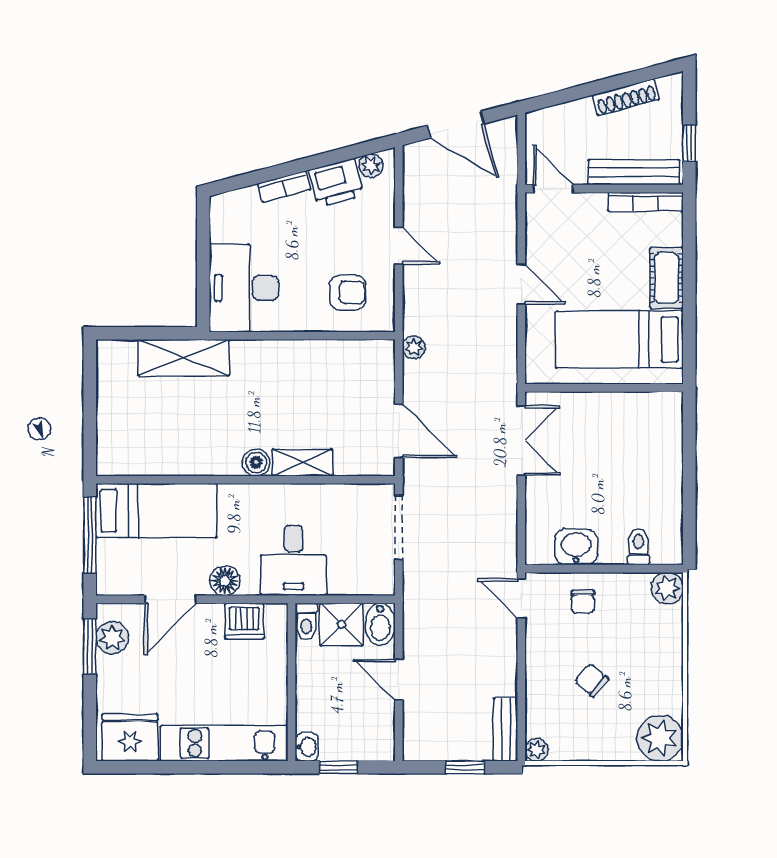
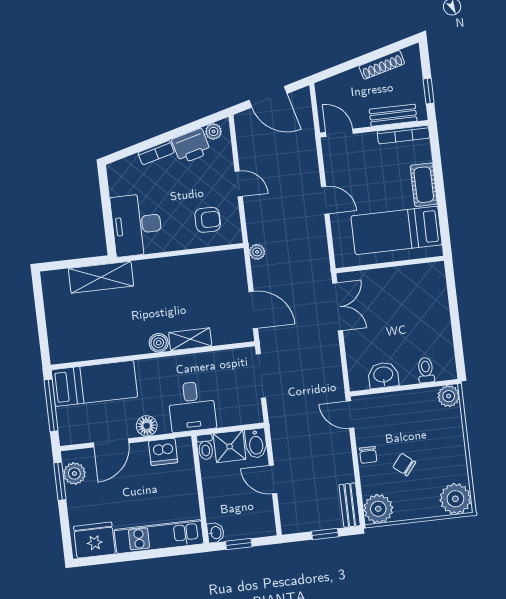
bench: (634, 172) -> (393, 115), width x0.73
chair: (583, 602) -> (368, 455), moved
plant: (536, 750) -> (378, 509), width x1.88, depth x1.88

